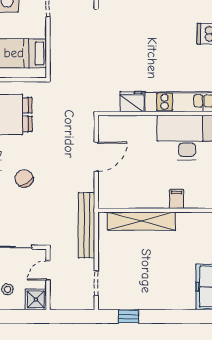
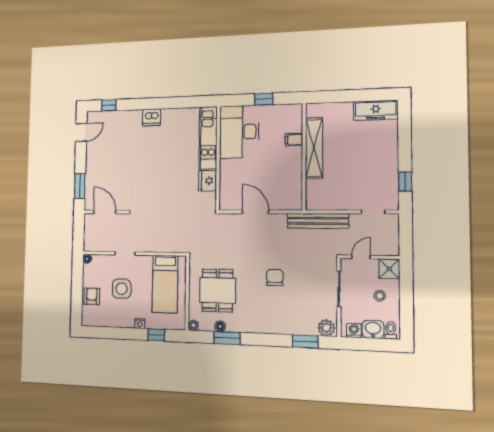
chair: (24, 178) -> (275, 277), turned 121
shelving: (141, 221) -> (314, 148), moved
door: (48, 271) -> (361, 257), swing flipped

